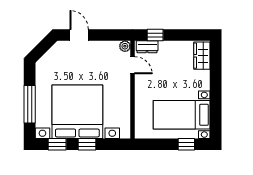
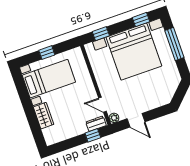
door: (79, 35) -> (136, 120), moved
wardrobe: (202, 56) -> (43, 116), moved
window: (87, 144) -> (101, 34), moved
window: (186, 144) -> (47, 53), moved

